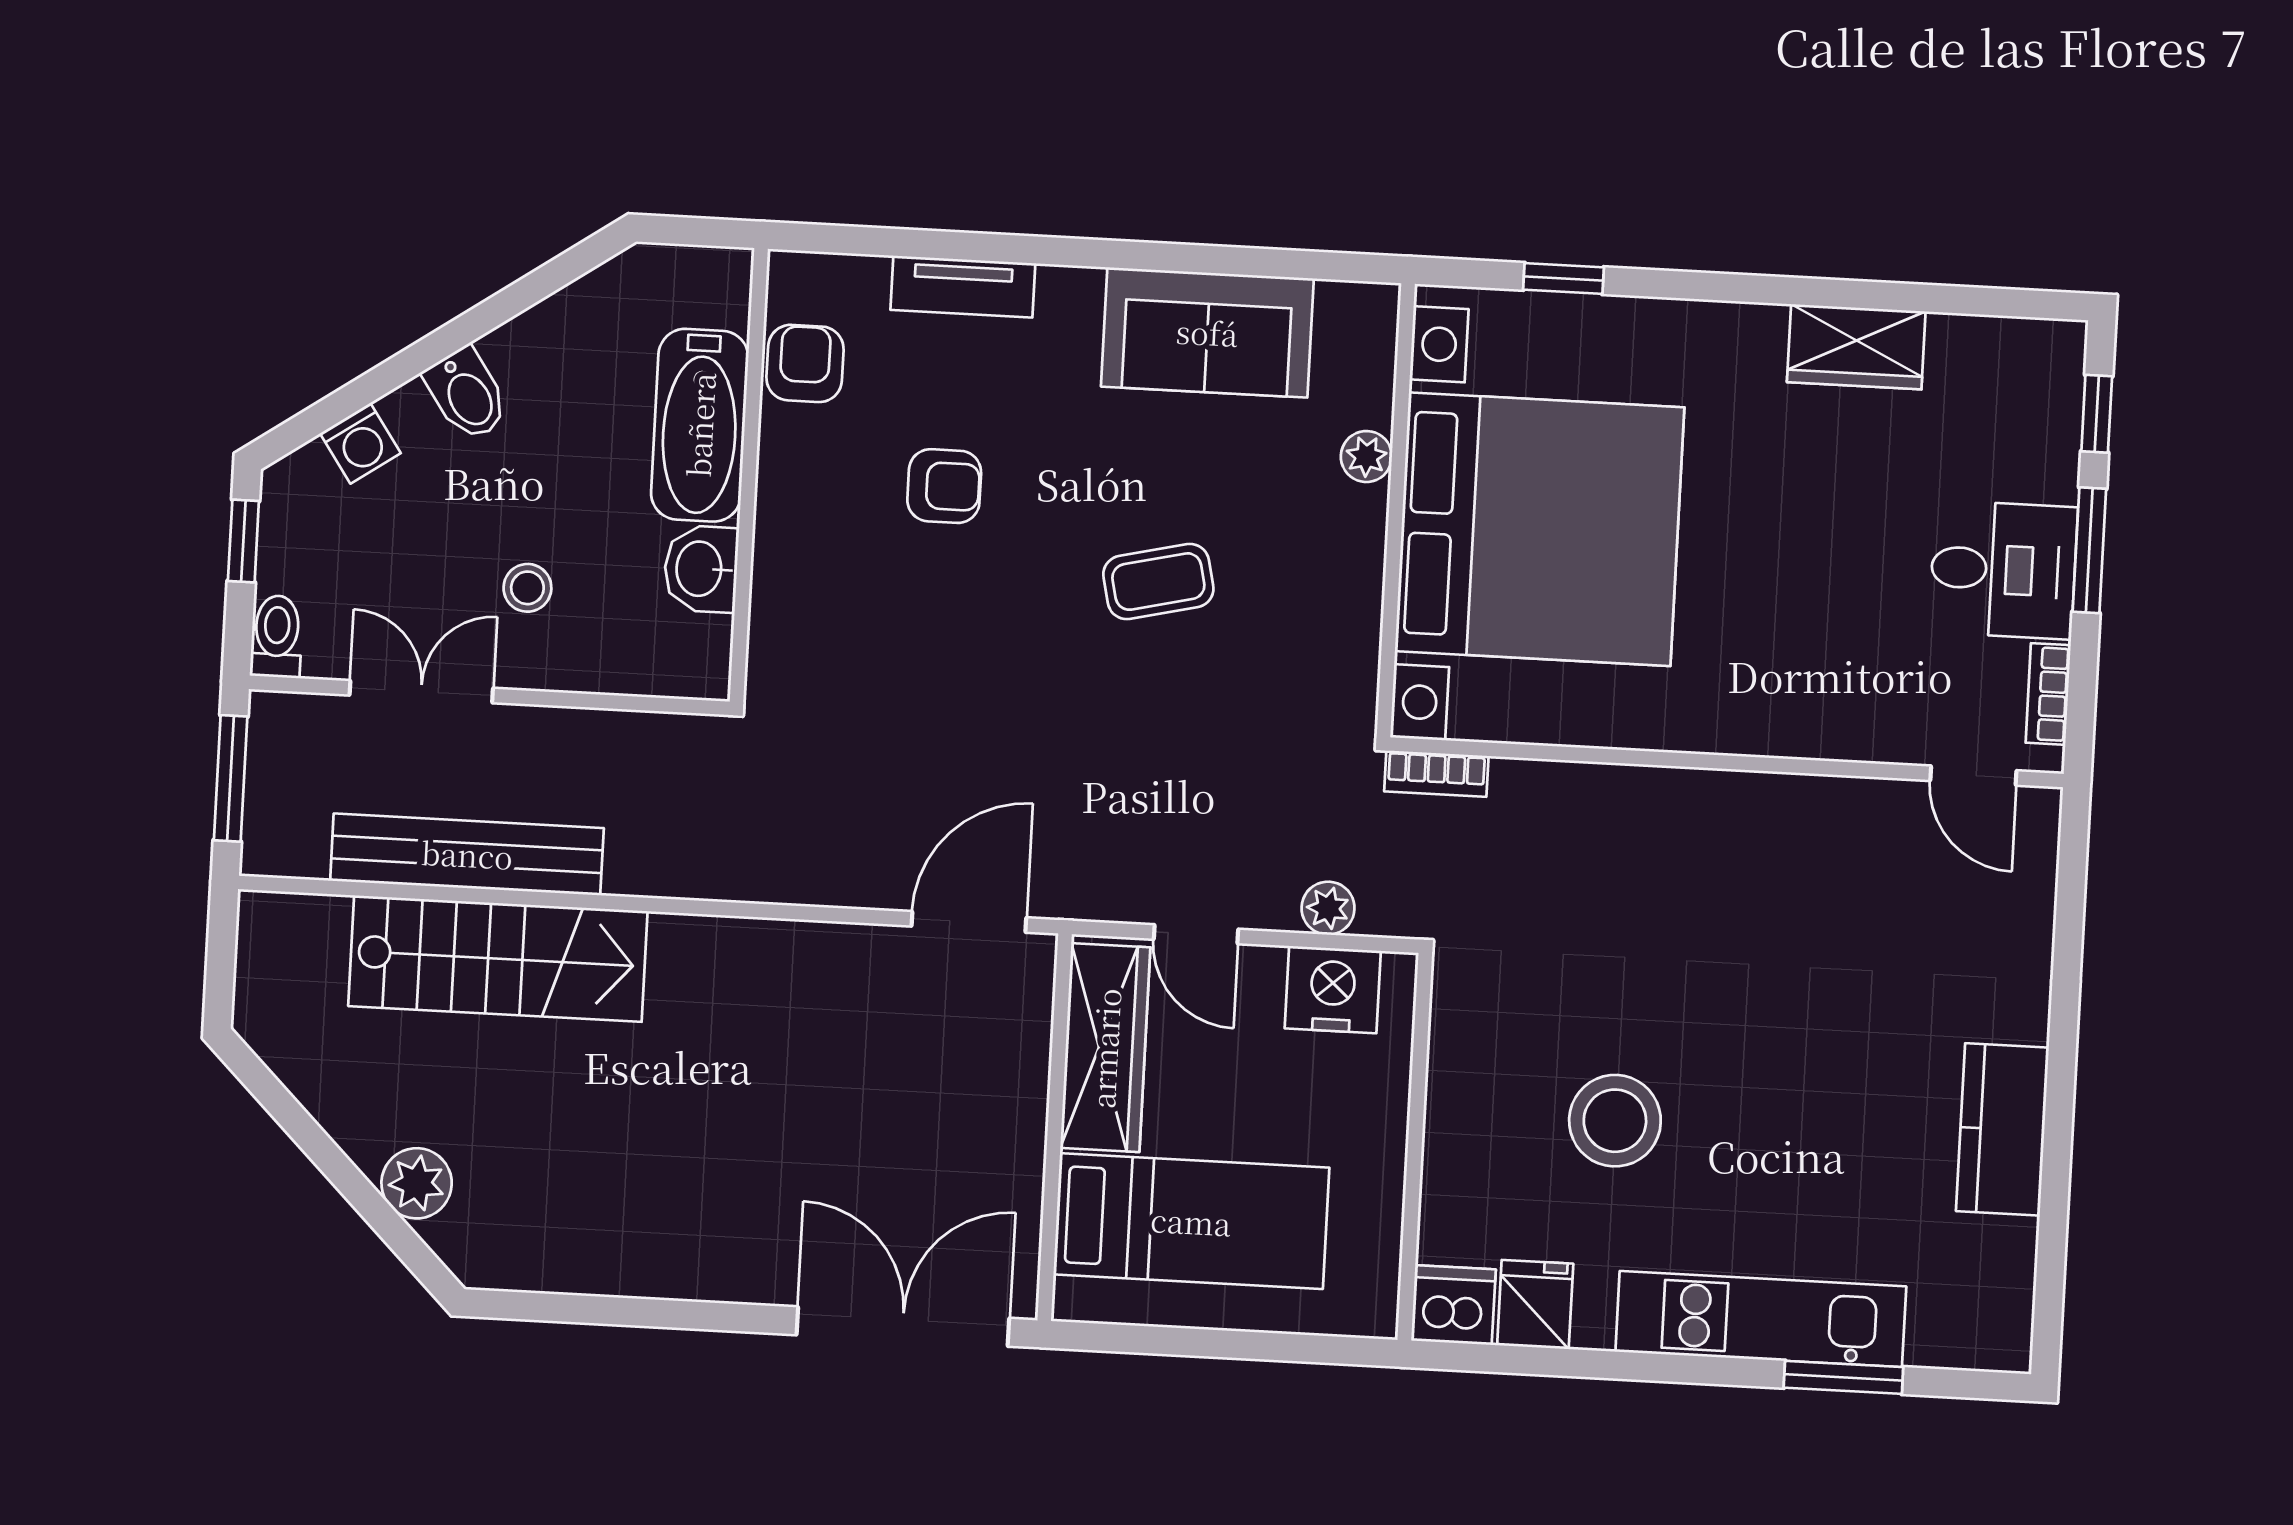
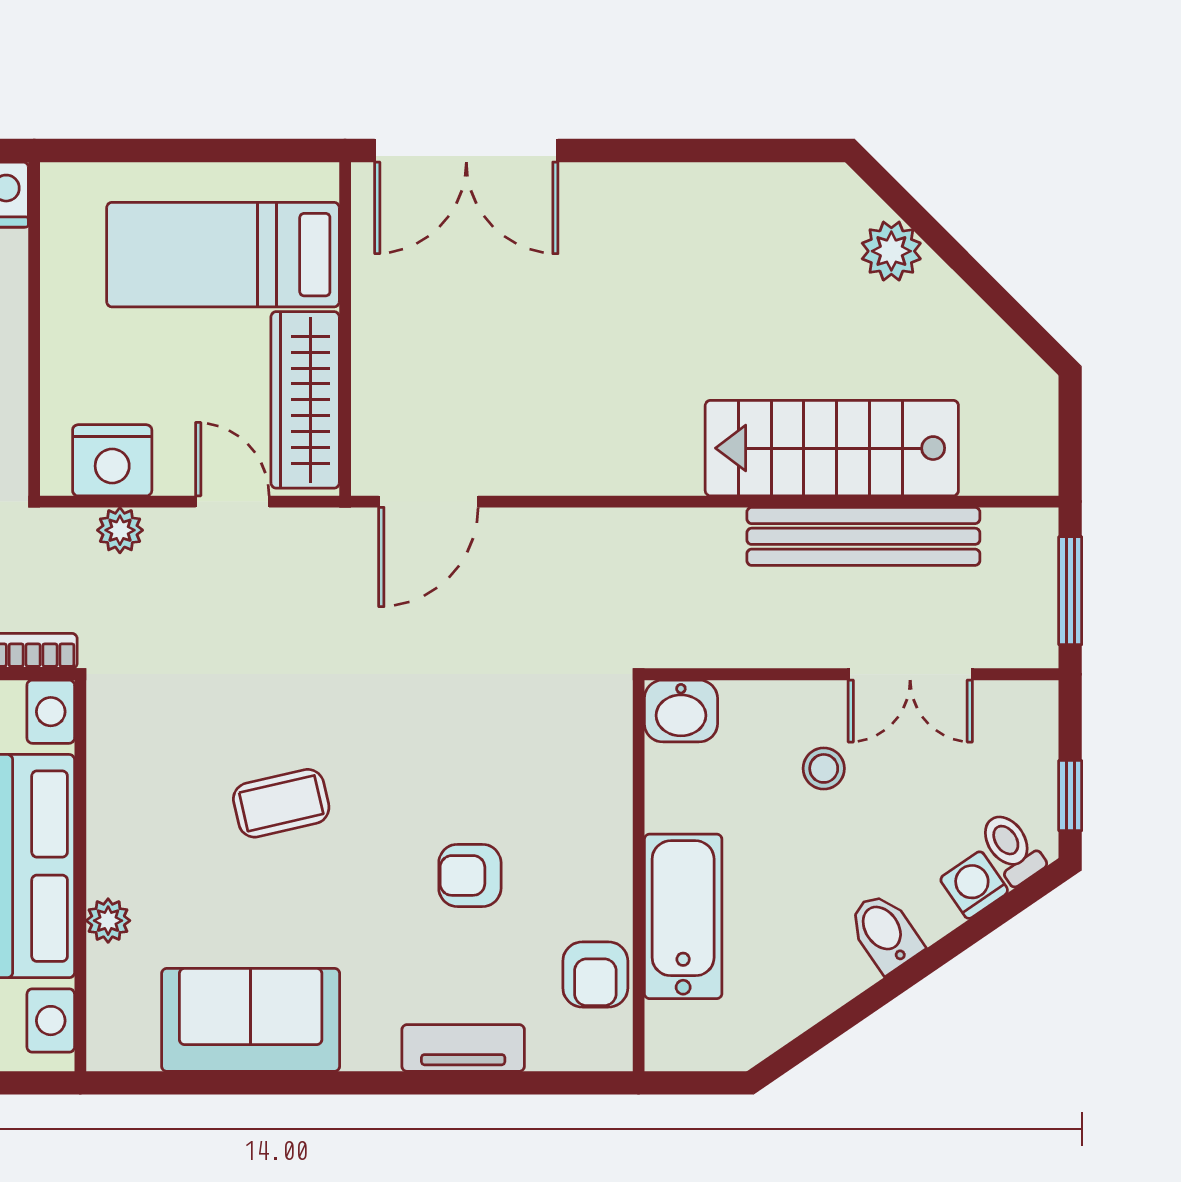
washbasin: (701, 569) -> (681, 711), moved, turned 90
toilet: (277, 636) -> (1011, 848), moved, turned 146

